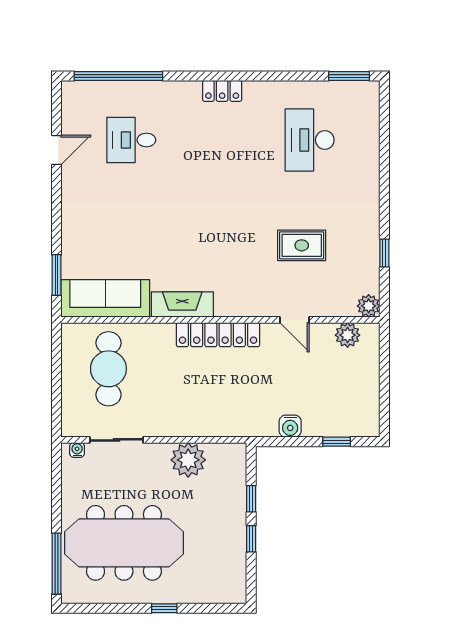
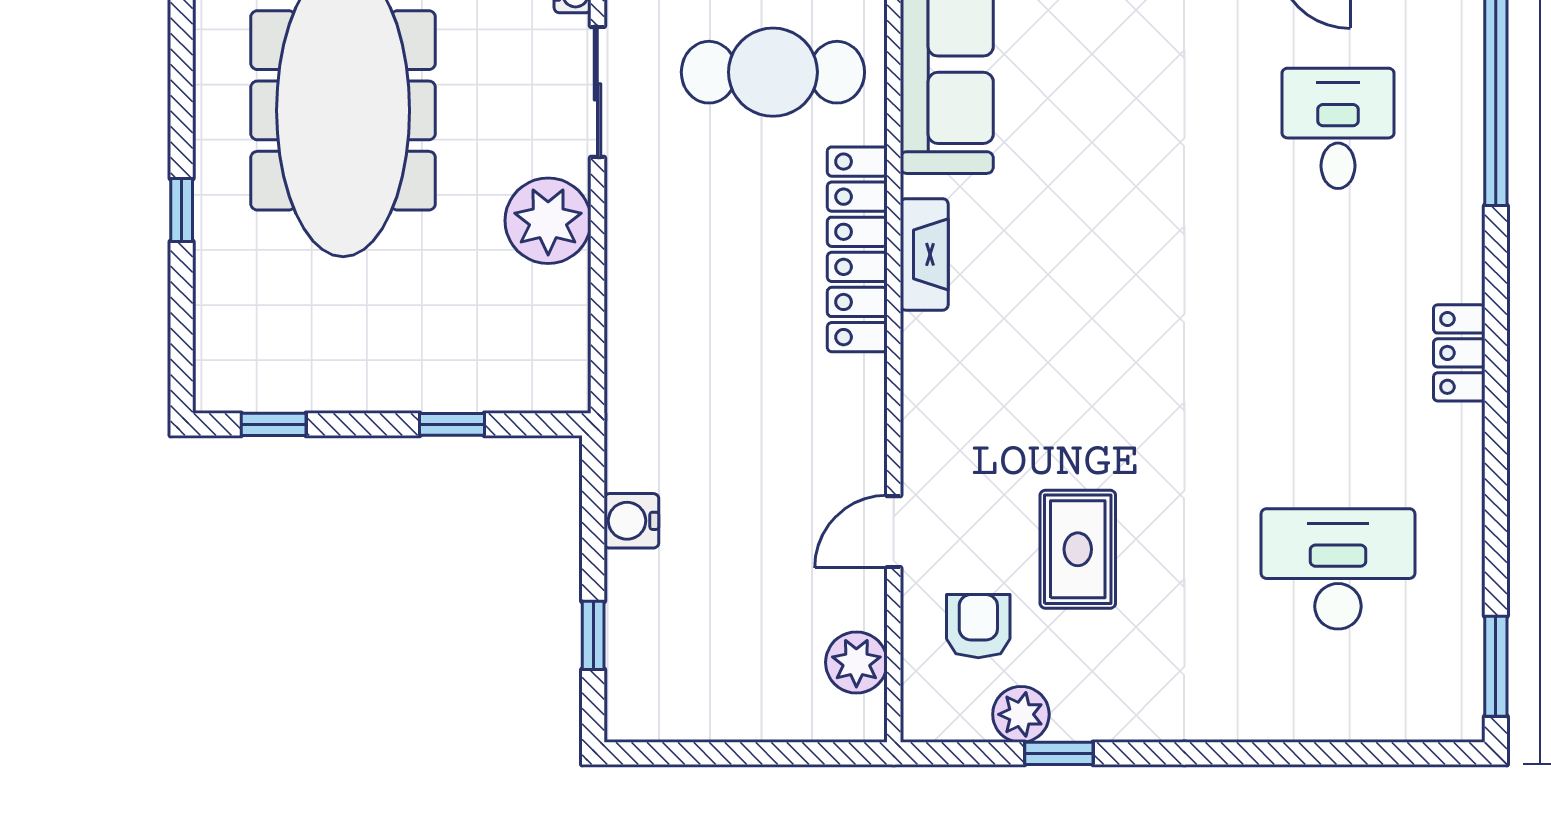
armchair: (333, 286) -> (978, 626), added
fireplace: (182, 305) -> (924, 254), width x0.73, depth x0.76
plant: (369, 306) -> (1021, 714), moved
locker: (218, 335) -> (857, 249), moved
plant: (188, 460) -> (548, 221), moved
window: (251, 539) -> (274, 424), moved

